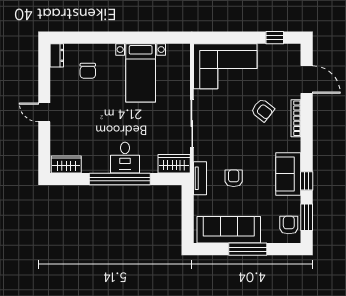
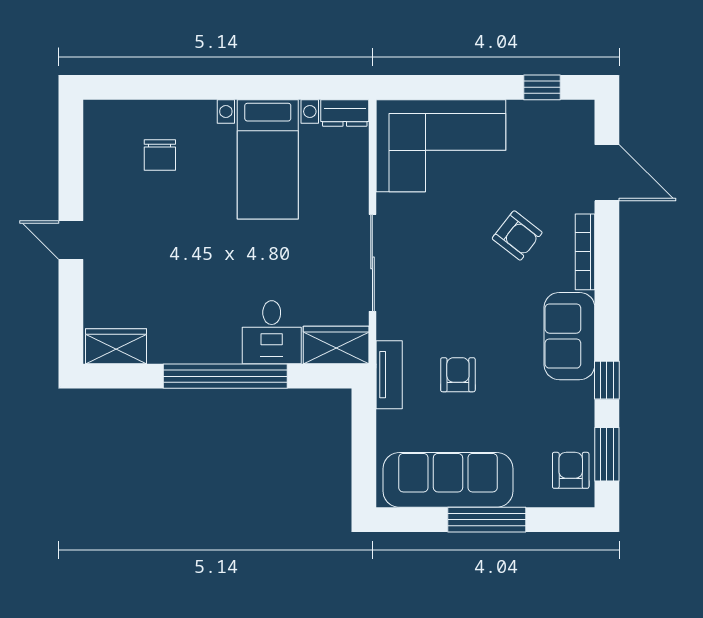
dresser: (57, 55) -> (345, 113), moved, turned 90
desk: (125, 158) -> (272, 332), moved
sofa: (288, 174) -> (569, 336), moved

